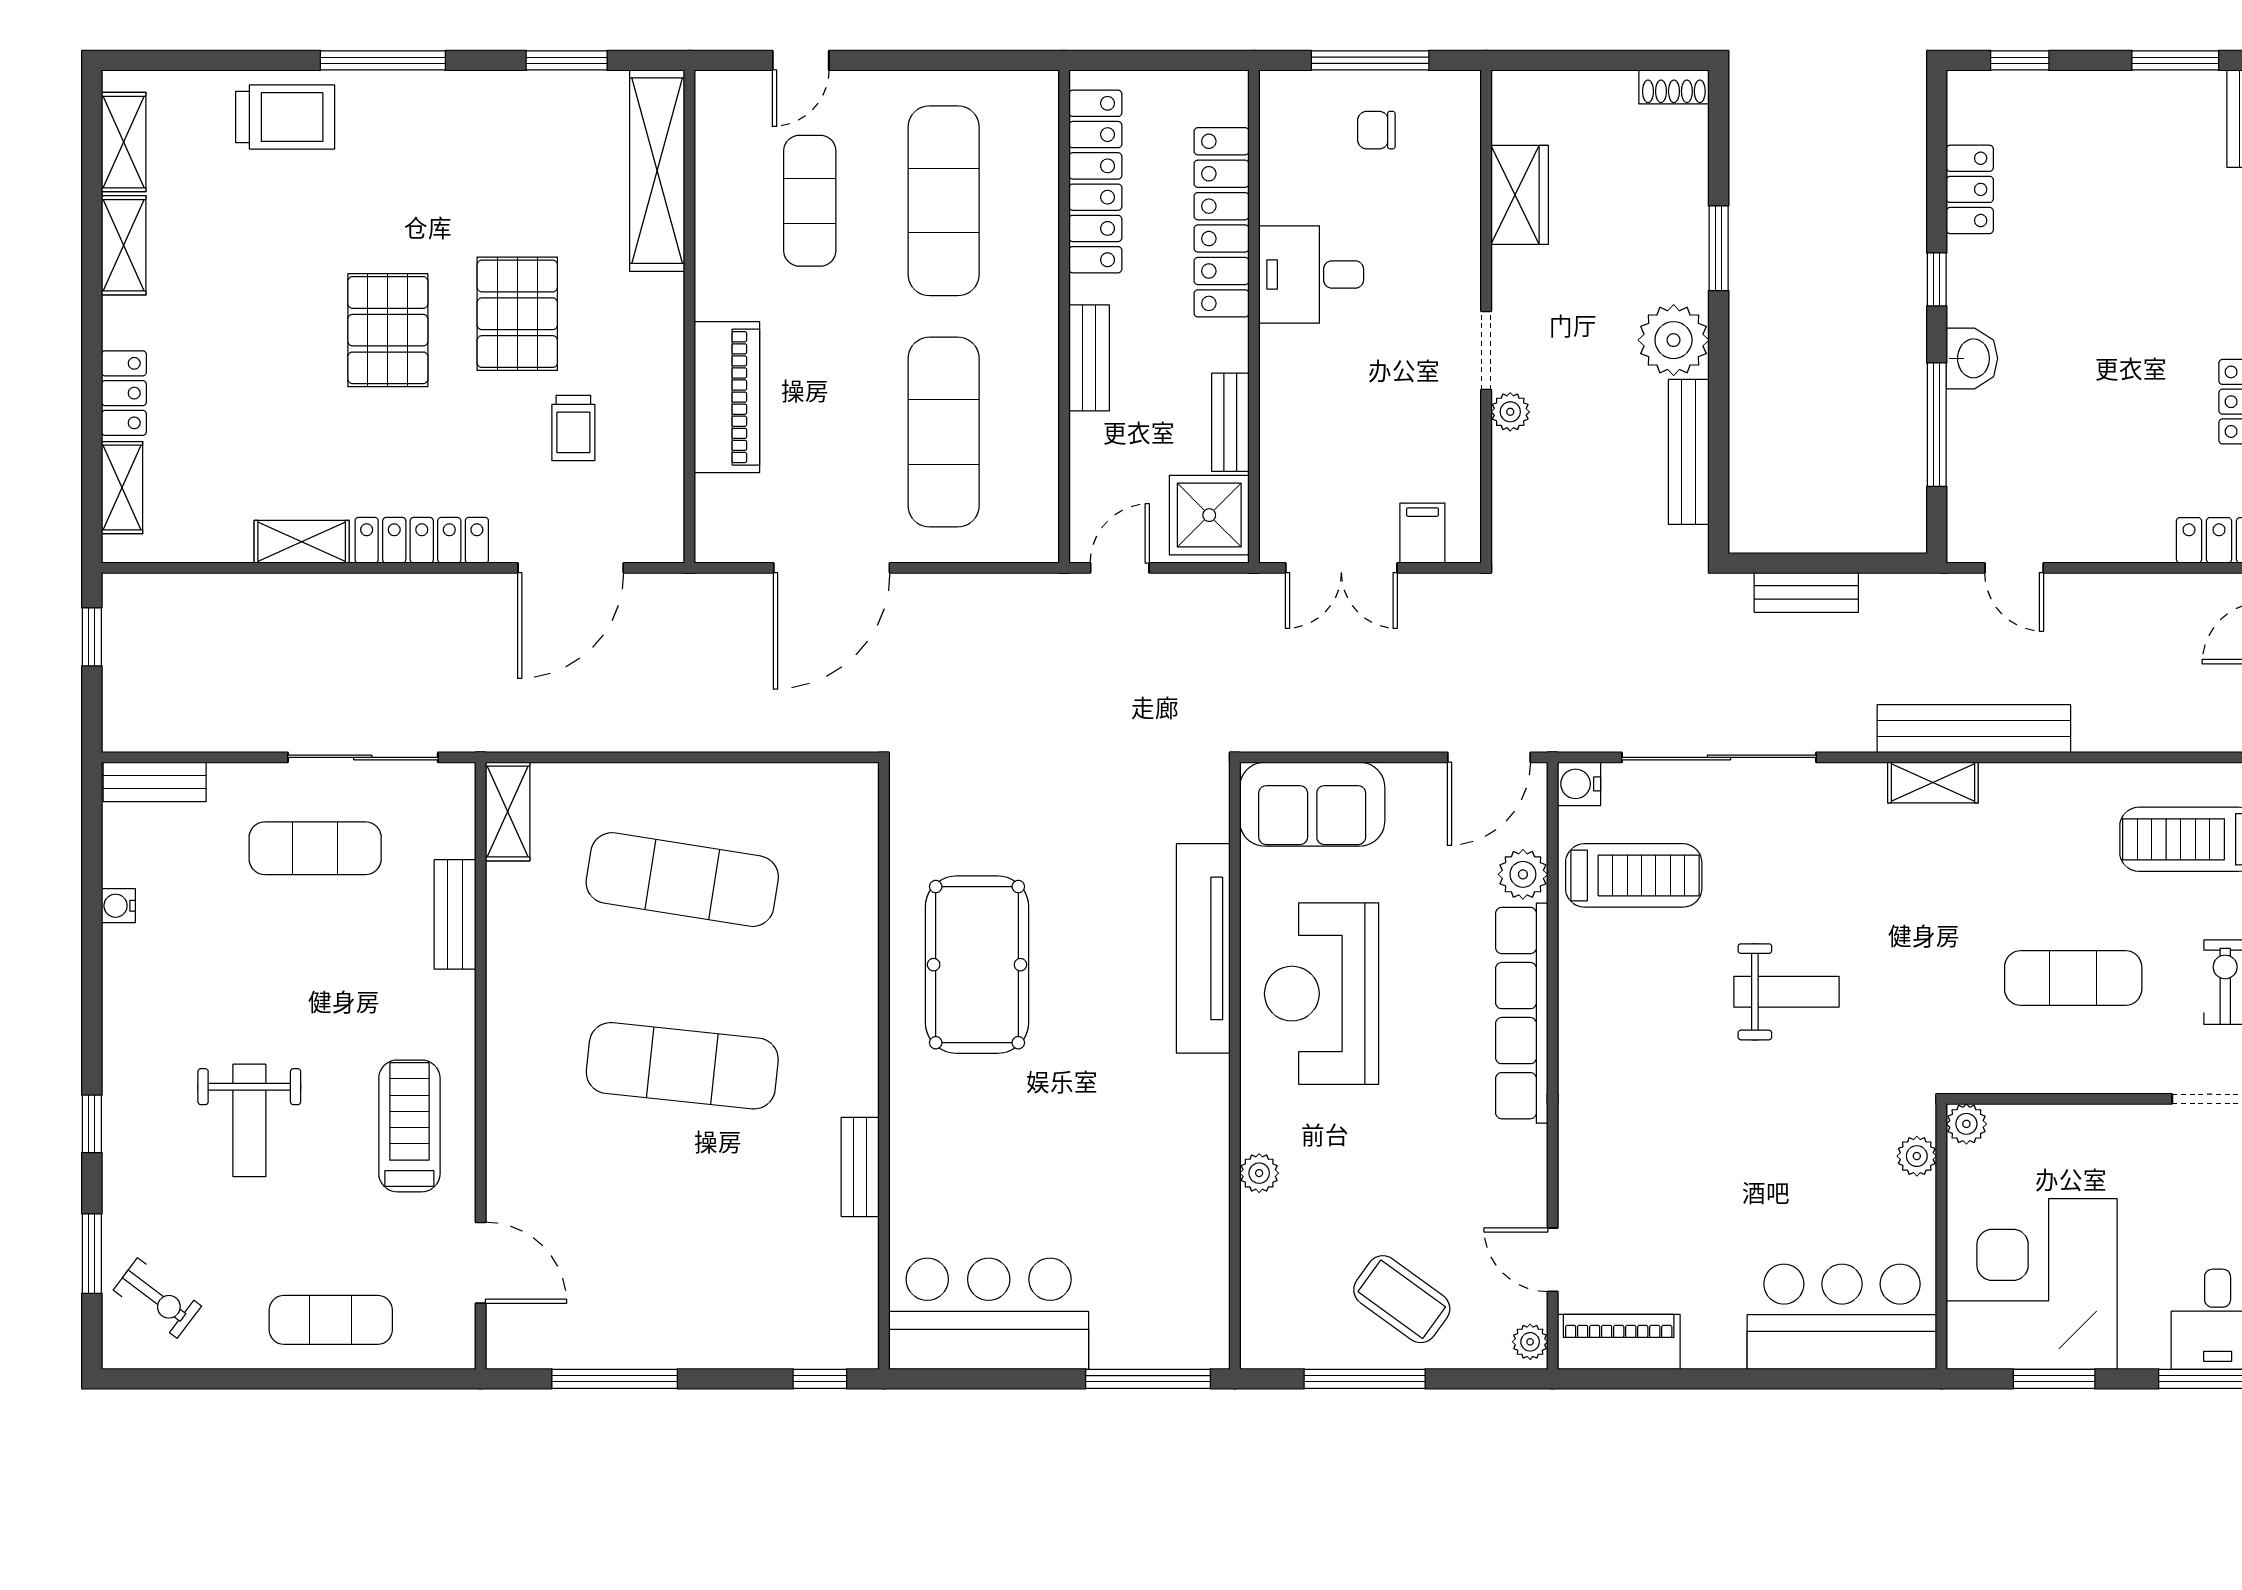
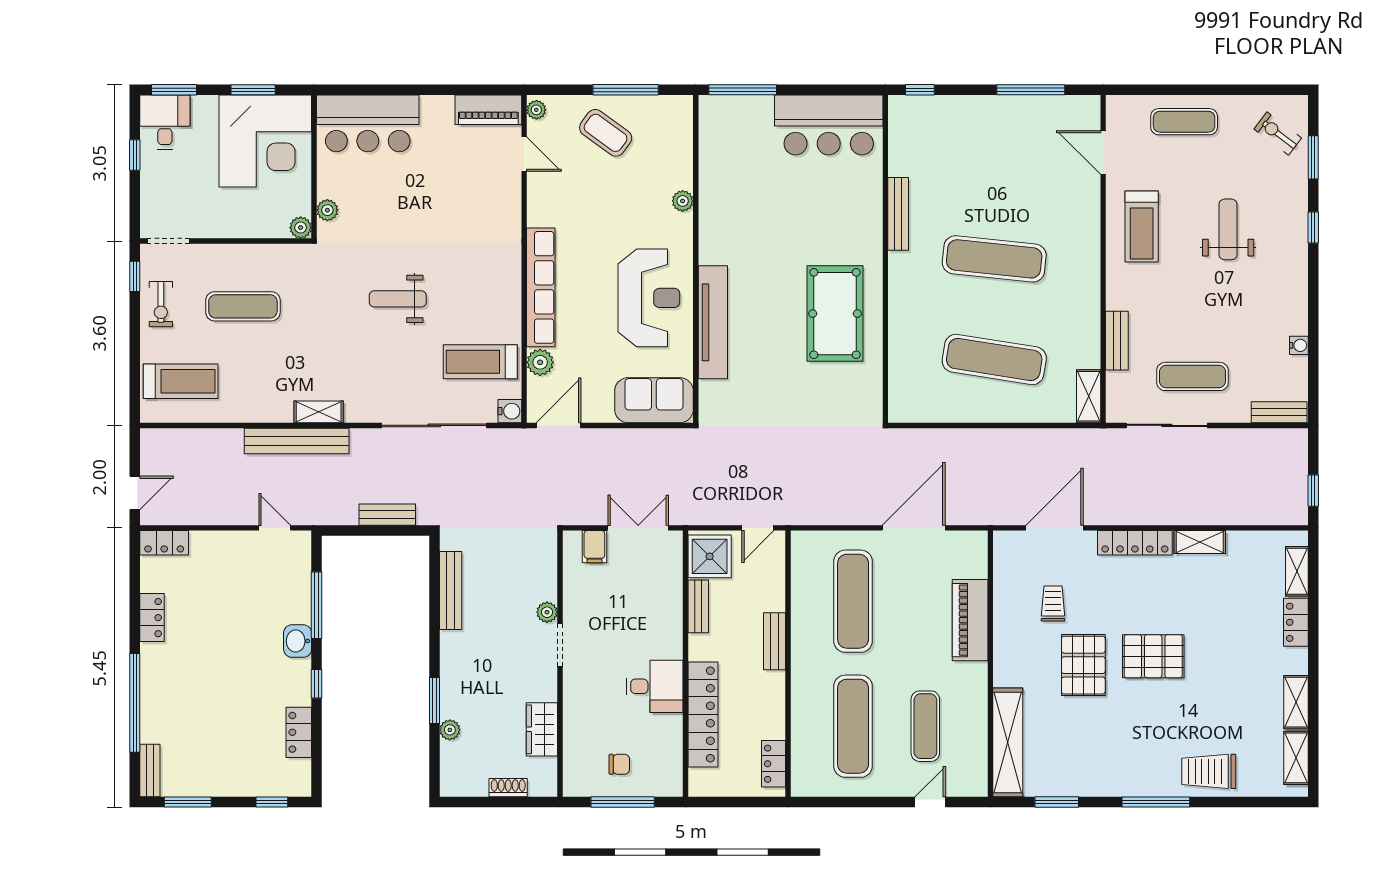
shoe rack: (1674, 87) -> (508, 788), moved
locker: (1095, 182) -> (774, 764), width x0.46, depth x0.83
pallet: (388, 330) -> (1153, 656), turned 90
plant: (1674, 340) -> (450, 730), moved, width x0.53, depth x0.53
bench: (860, 1167) -> (898, 214), width x1.36

